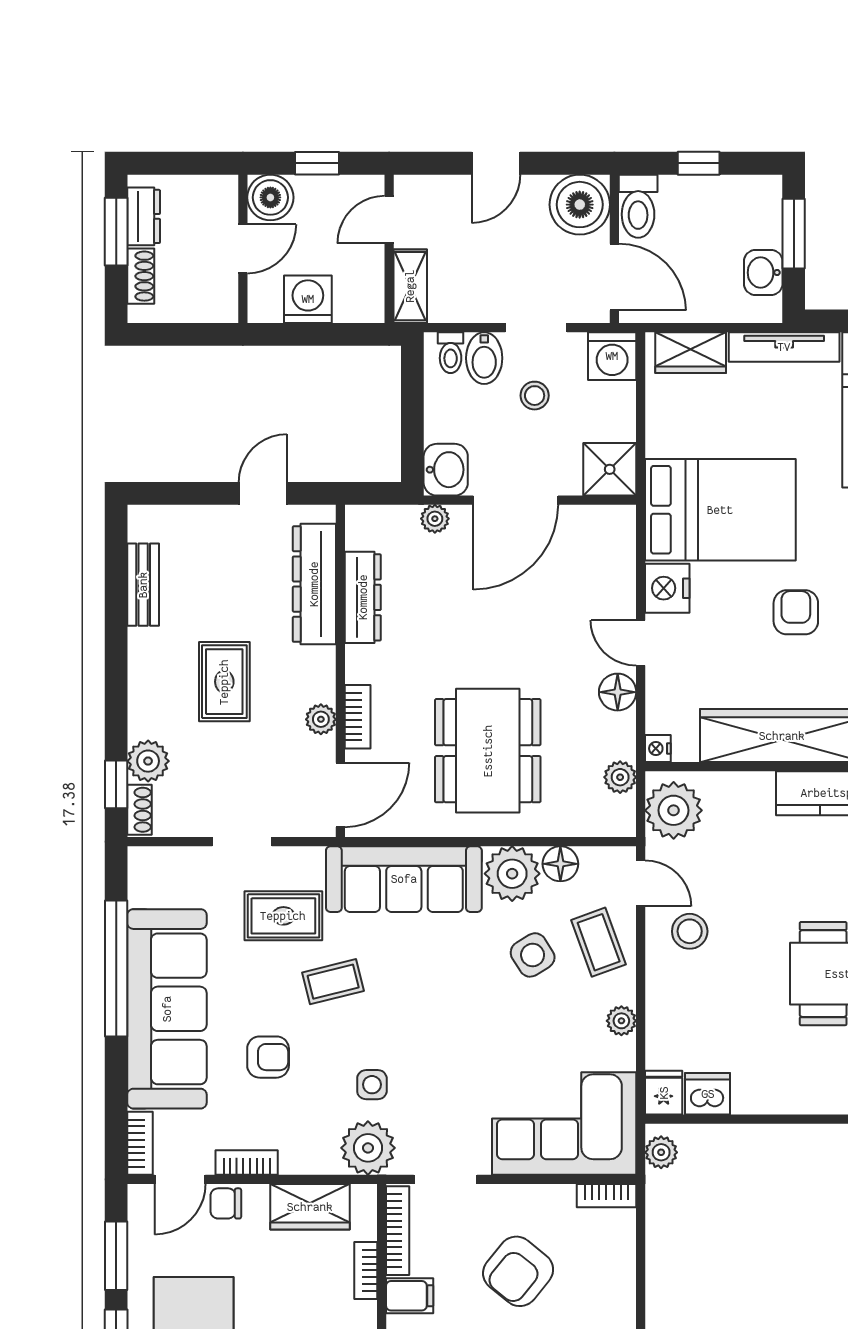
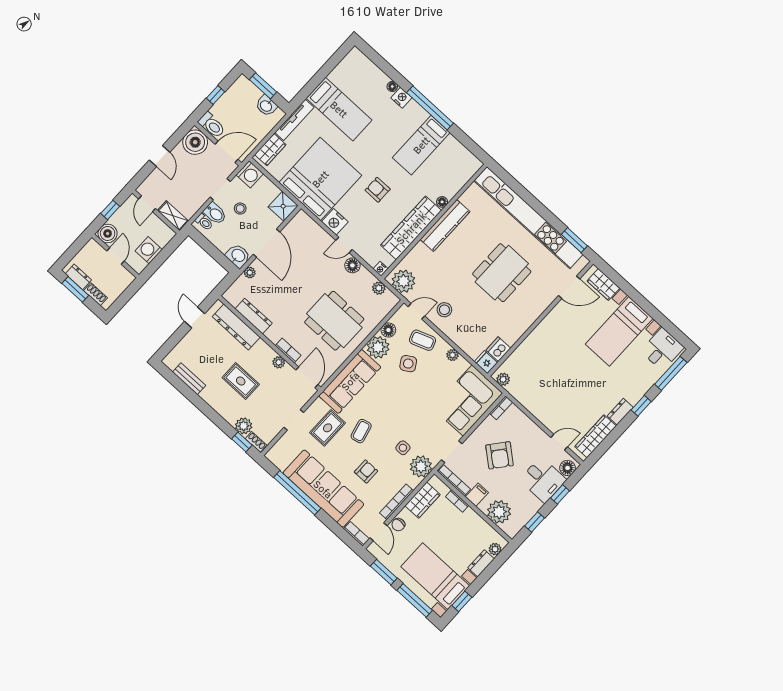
bed: (720, 510) -> (320, 179), width x1.36
bookcase: (247, 1162) -> (397, 502), width x1.56

